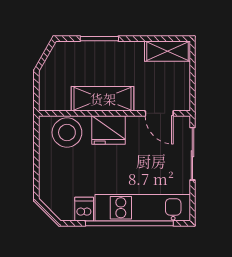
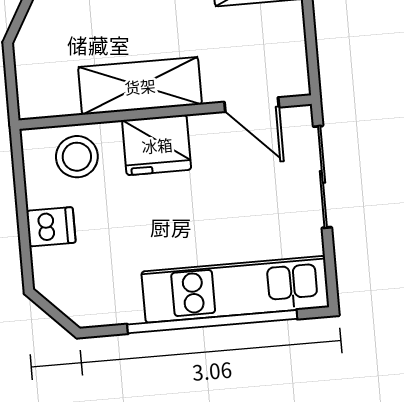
stool: (67, 132) -> (77, 157), width x0.73, depth x0.73
dishwasher: (84, 209) -> (51, 227), moved, turned 90

